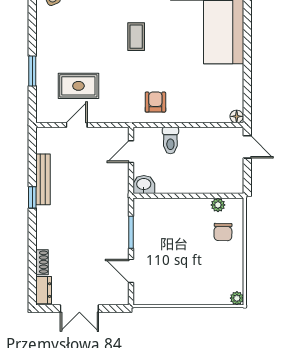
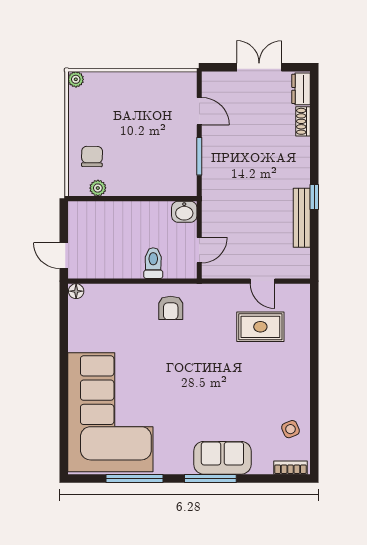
coffee table: (136, 37) -> (193, 384), removed
window: (32, 71) -> (314, 344), removed
door: (77, 125) -> (262, 281), hinge flipped

